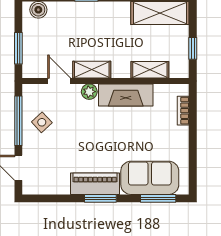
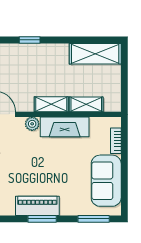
window: (193, 48) -> (124, 85), removed
shelving: (92, 70) -> (51, 104), moved
sofa: (150, 178) -> (106, 181), moved, turned -90

